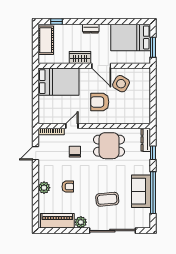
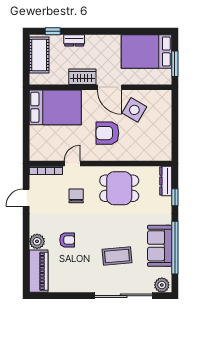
dresser: (91, 29) -> (74, 40), moved
piano: (57, 221) -> (39, 271), moved, turned 90
plant: (81, 222) -> (162, 285), moved

